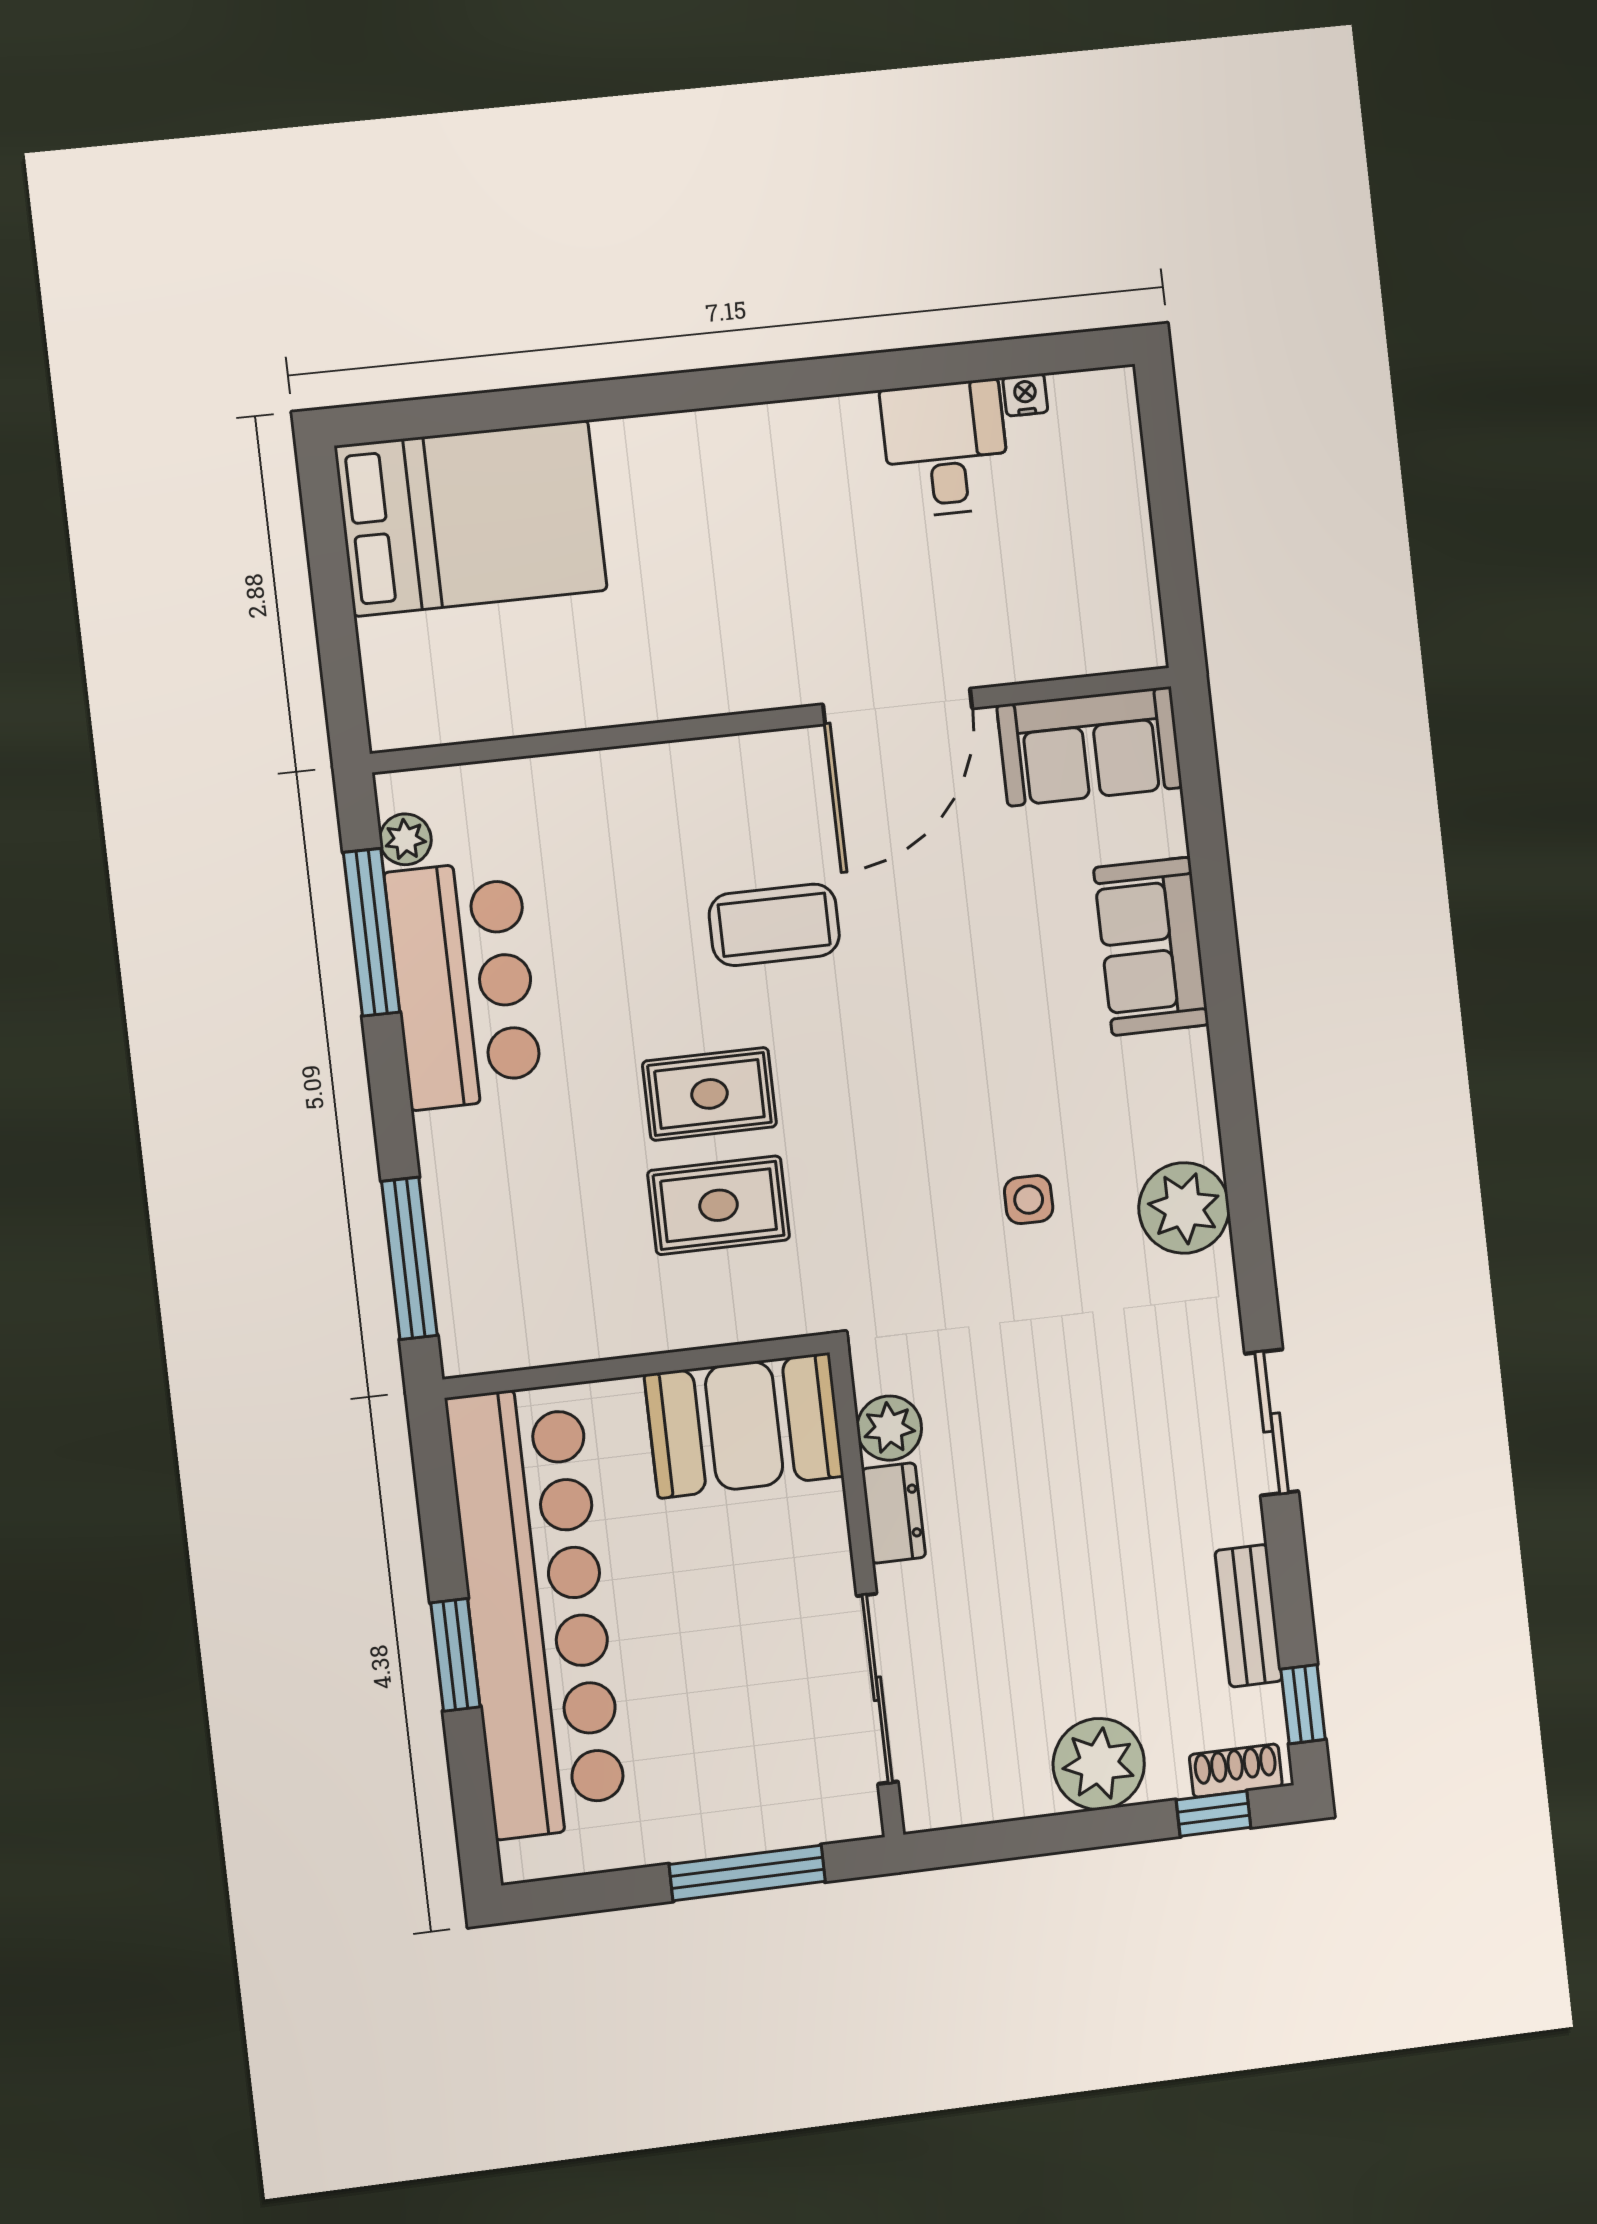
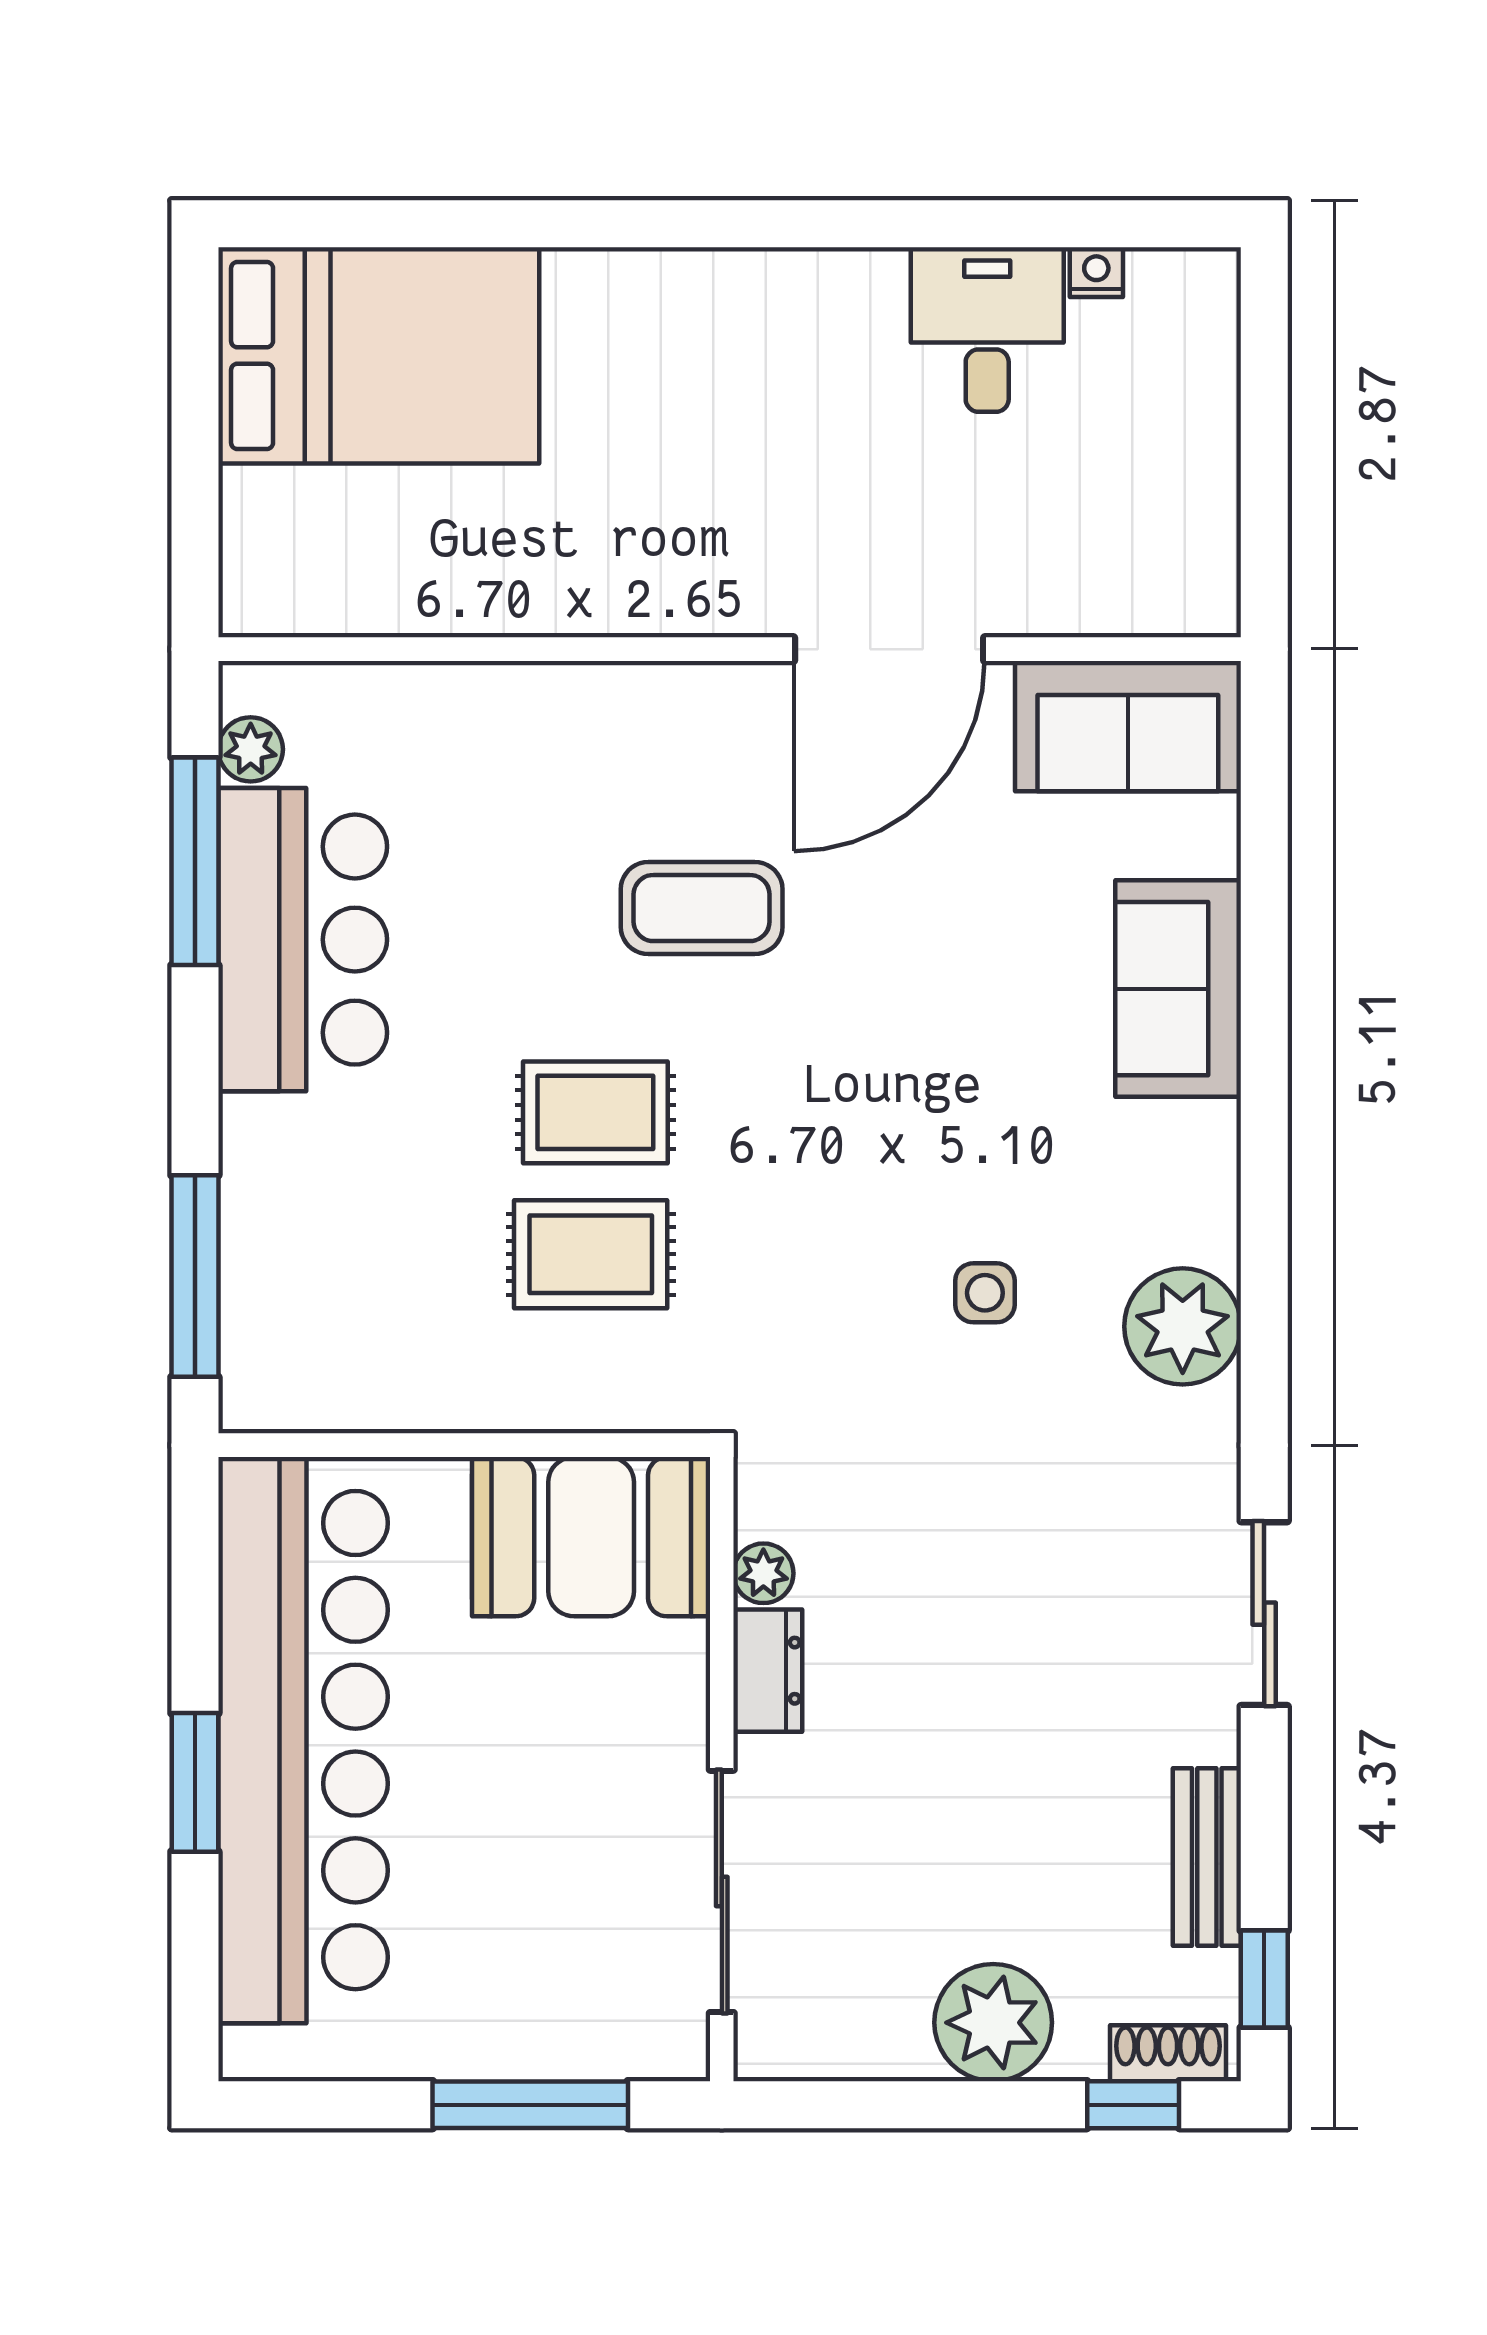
plant: (889, 1428) -> (763, 1573), width x0.73, depth x0.73

